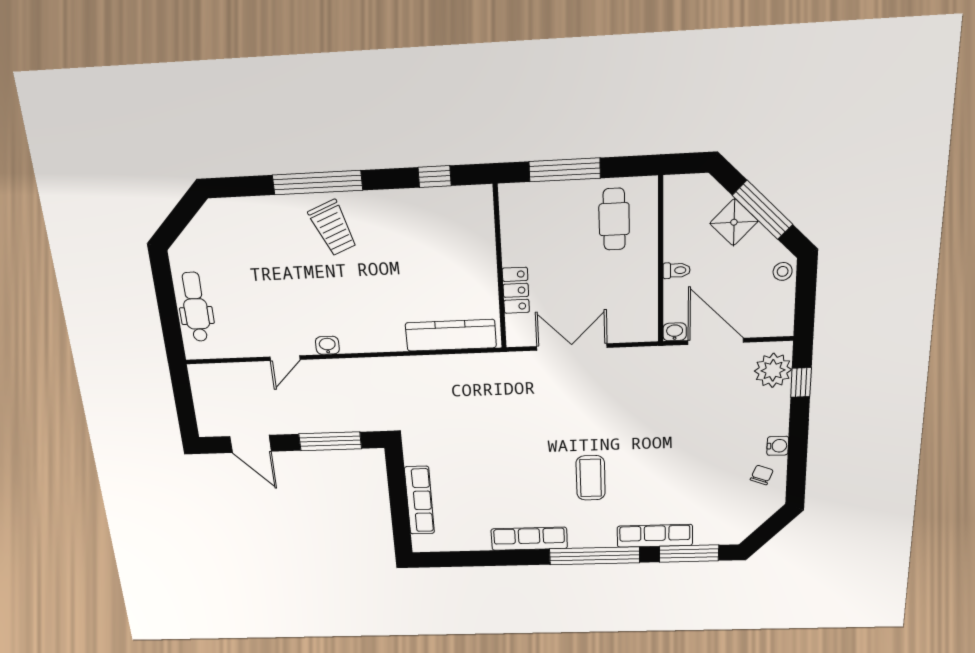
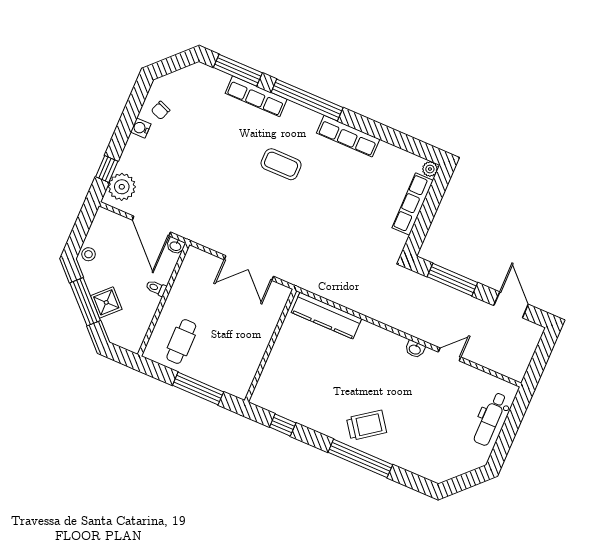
trolley: (333, 228) -> (367, 425), turned 76
locker: (516, 290) -> (267, 325), removed
coffee table: (591, 478) -> (281, 164), turned 90
plant: (421, 544) -> (430, 169), added

